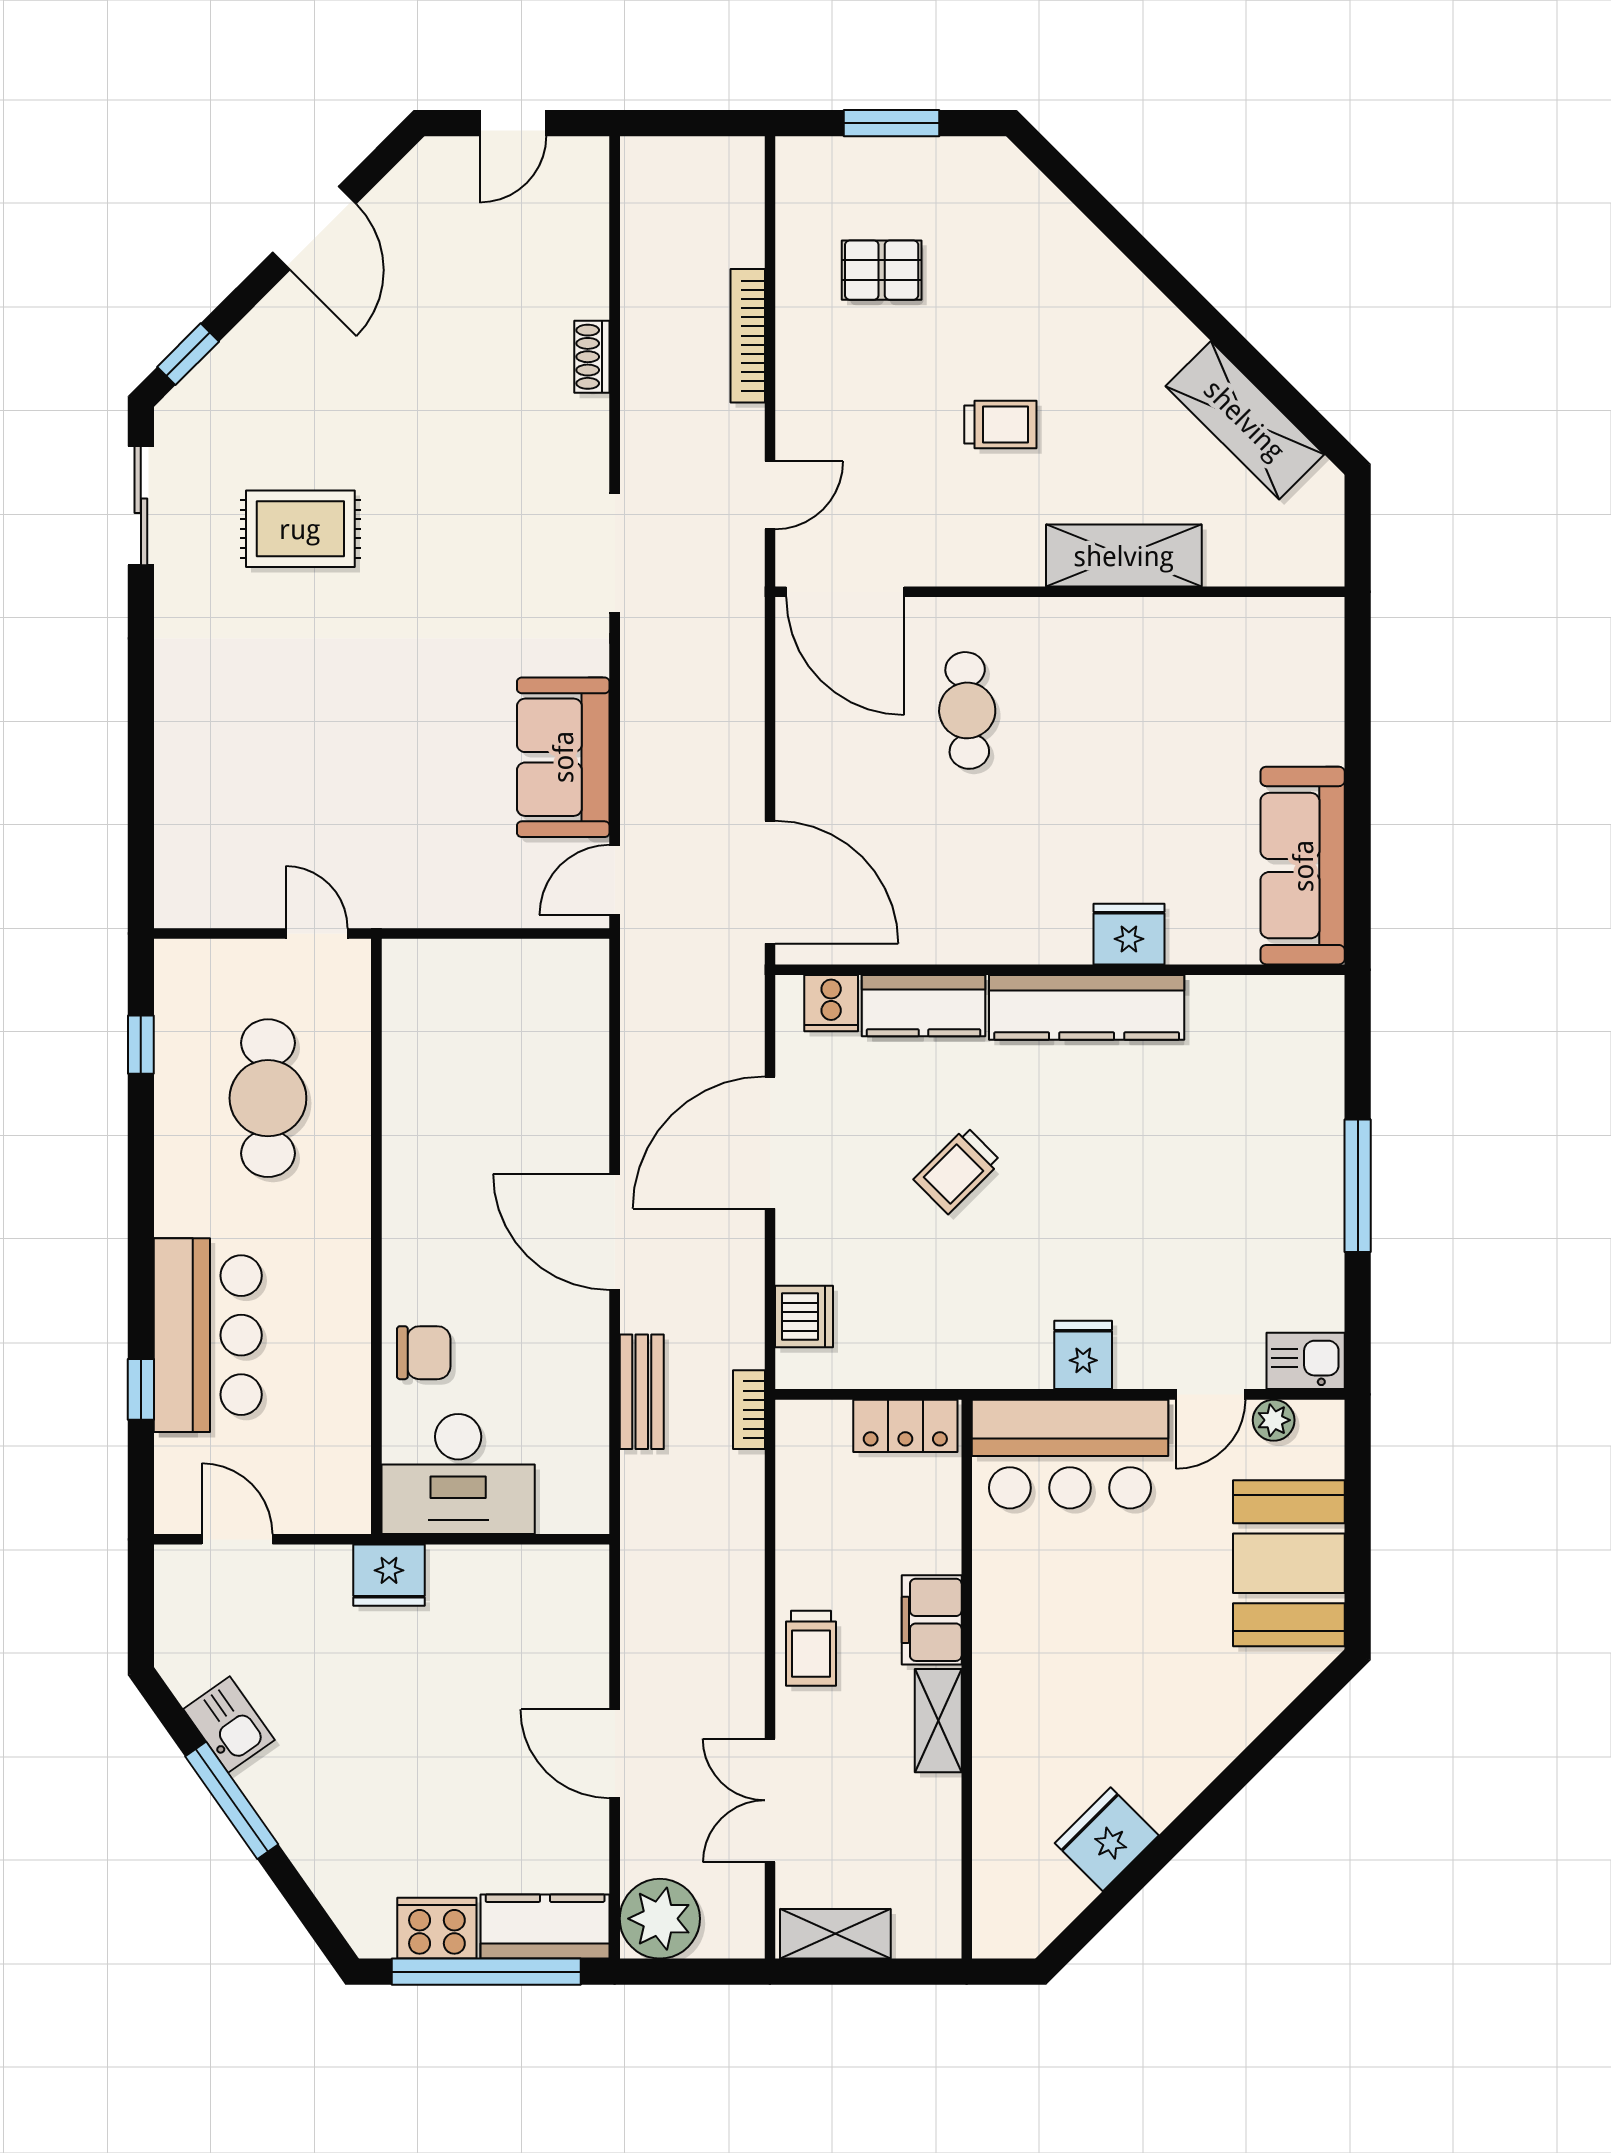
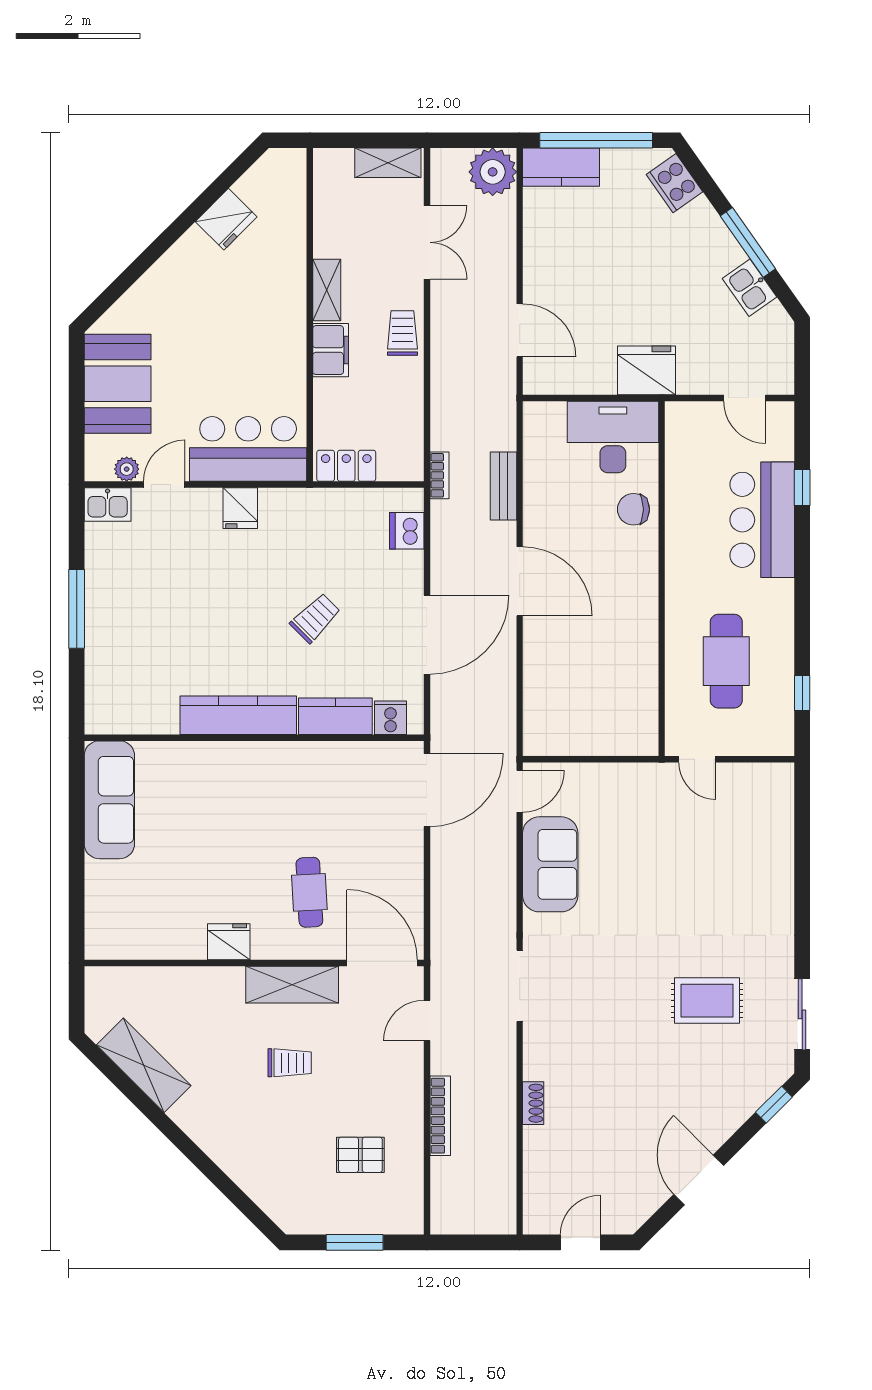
trolley: (1000, 425) -> (290, 1063), turned 180
shelving: (1124, 556) -> (292, 985), moved
door: (770, 882) -> (427, 790), swing flipped
fridge: (1129, 934) -> (229, 942), moved, turned 180
fridge: (389, 1575) -> (646, 370), width x1.36, depth x1.34
door: (615, 1754) -> (520, 330), moved
cooker: (437, 1928) -> (675, 183), moved, turned 55

